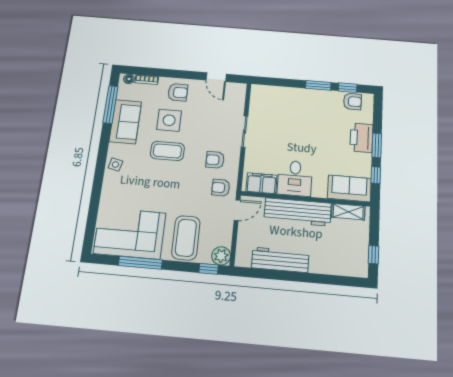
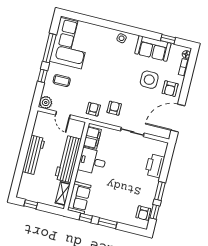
door: (216, 77) -> (178, 118), width x1.88
window: (110, 104) -> (168, 39), width x0.46
printer: (361, 138) -> (155, 166), moved, turned -90
coffee table: (167, 151) -> (126, 76), removed
door: (237, 210) -> (63, 115), moved
coffee table: (186, 238) -> (62, 81), width x0.54, depth x0.58
workbench: (280, 260) -> (34, 155), moved
window: (209, 269) -> (43, 76), moved

